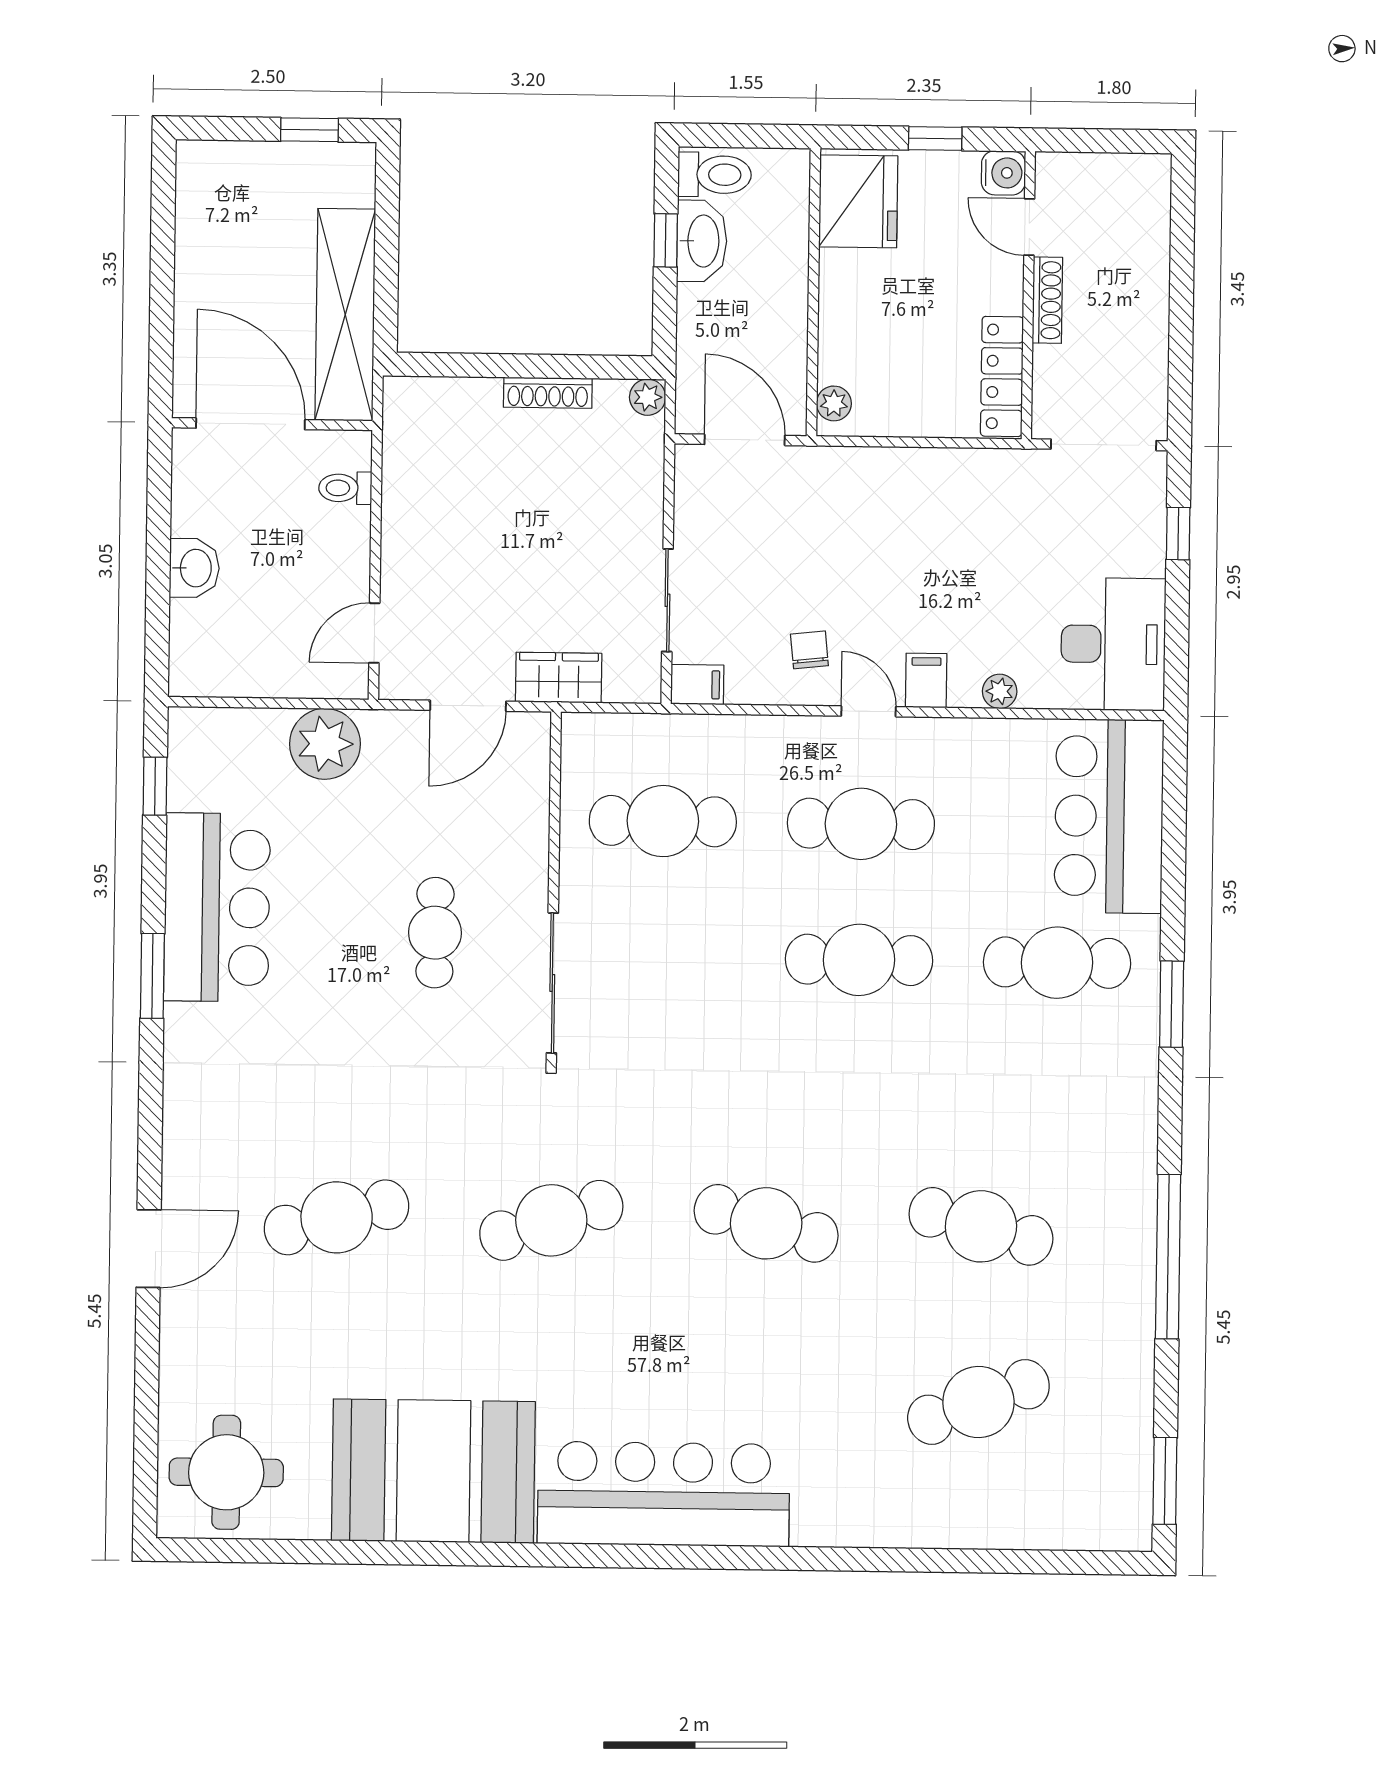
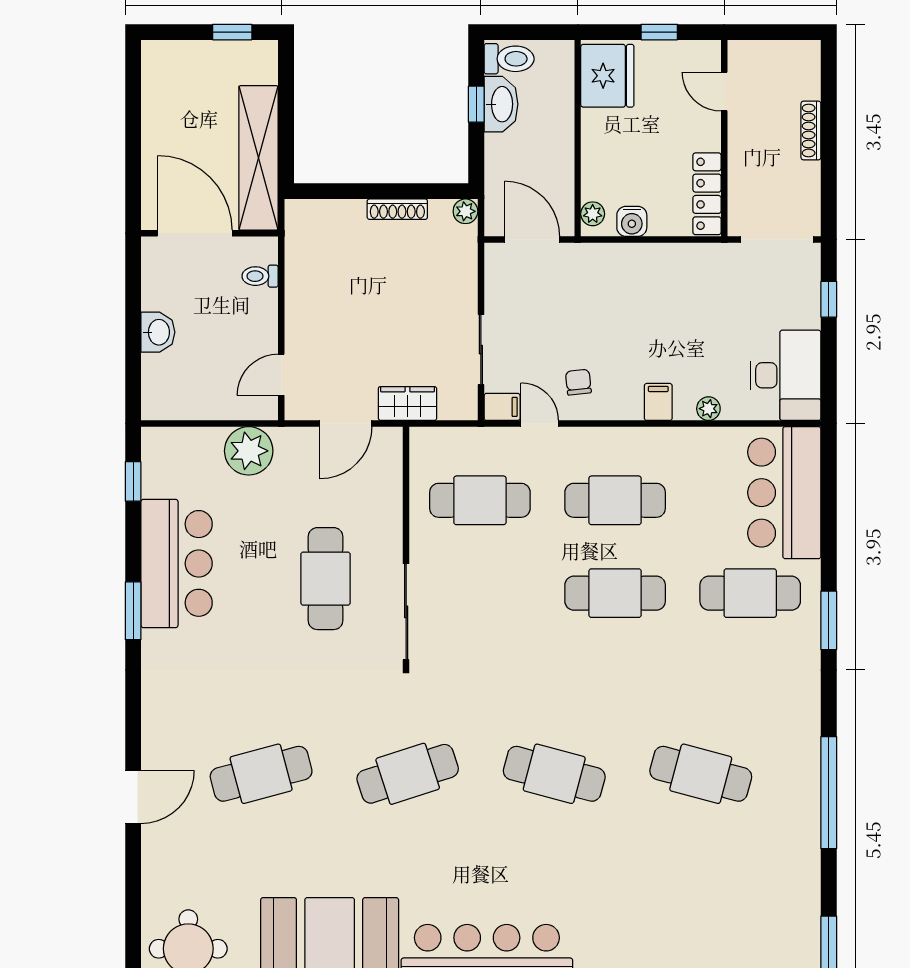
water cooler: (1003, 173) -> (632, 221), moved, turned 90
shoe rack: (1047, 300) -> (811, 130), moved, turned 180
door: (868, 711) -> (540, 424), moved
cafe table: (435, 933) -> (326, 579), width x1.37, depth x1.35
cafe table: (978, 1402) -> (701, 894), removed

